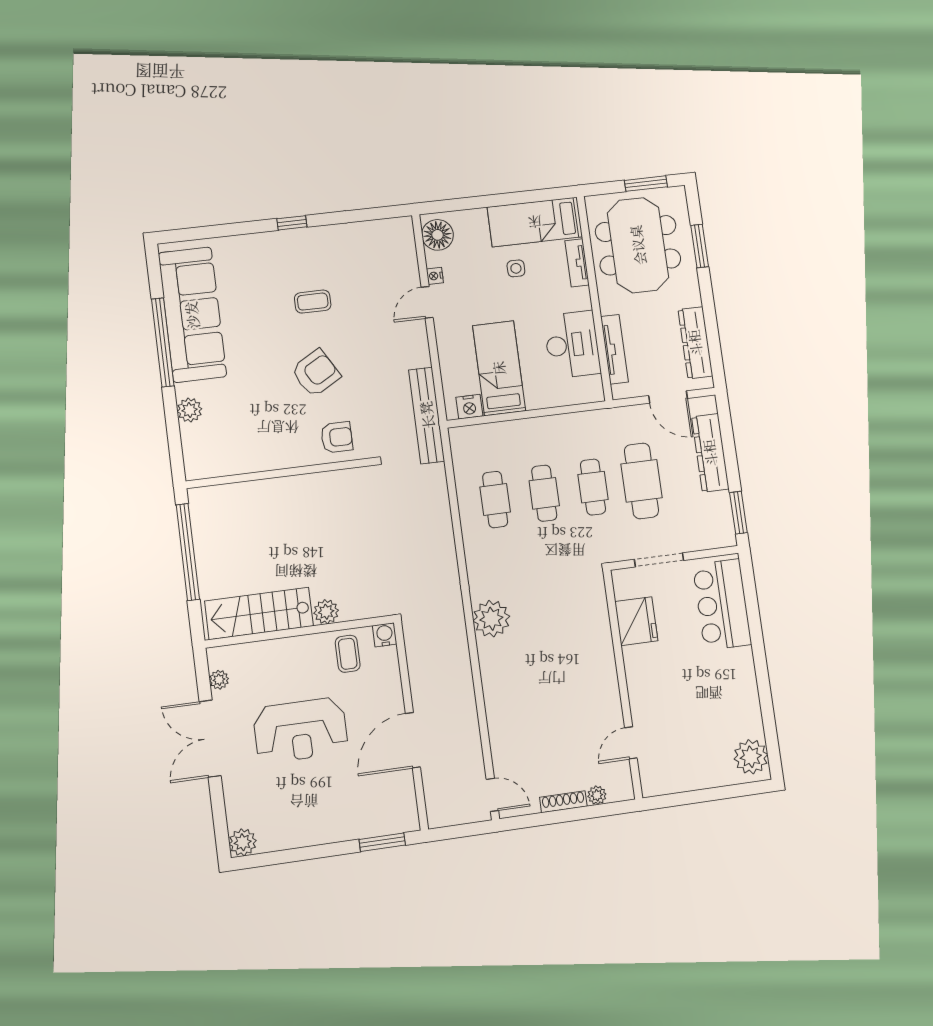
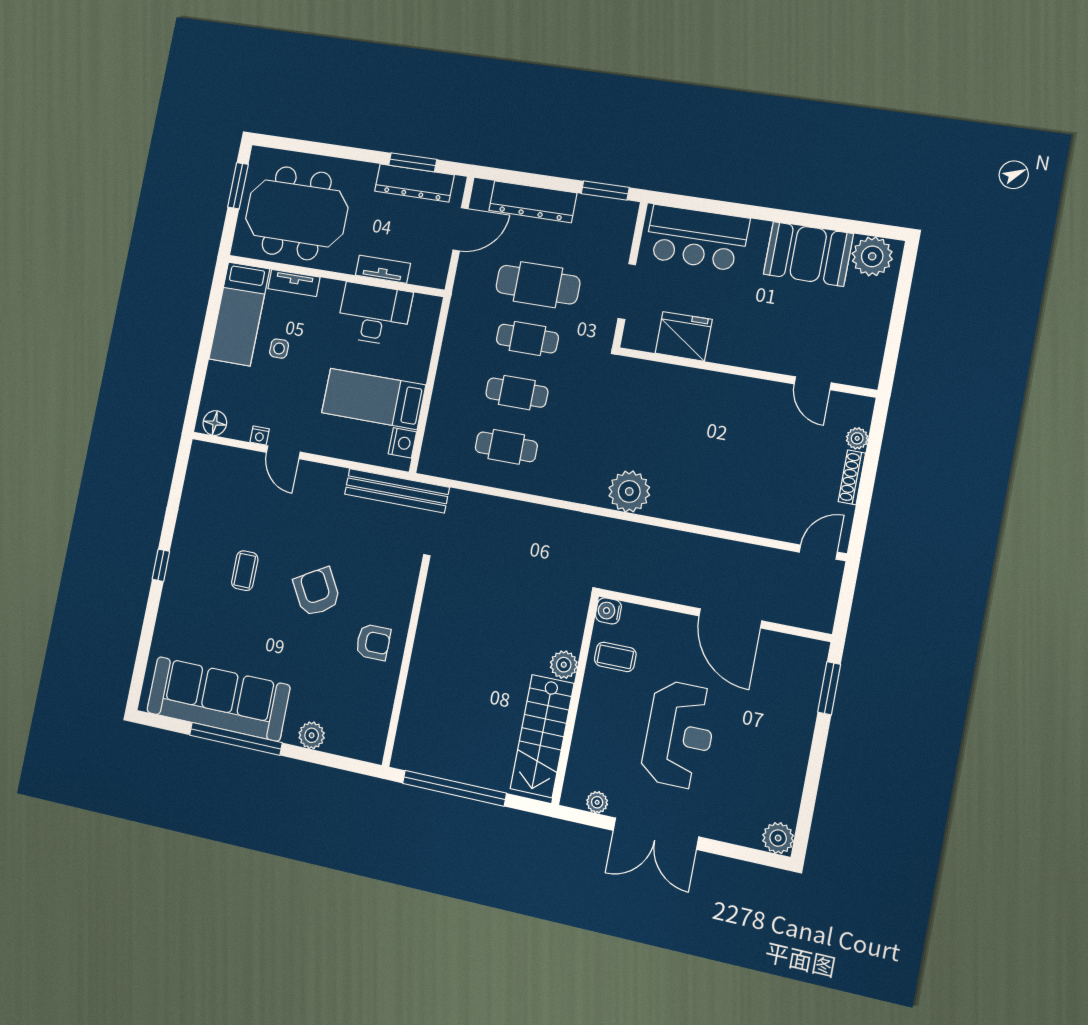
floor lamp: (438, 235) -> (215, 423), width x0.73, depth x0.73
window: (700, 246) -> (413, 162), moved
tv unit: (614, 349) -> (383, 269), width x0.71
armchair: (337, 437) -> (373, 642), moved, turned 90
booth: (737, 703) -> (808, 254), added

